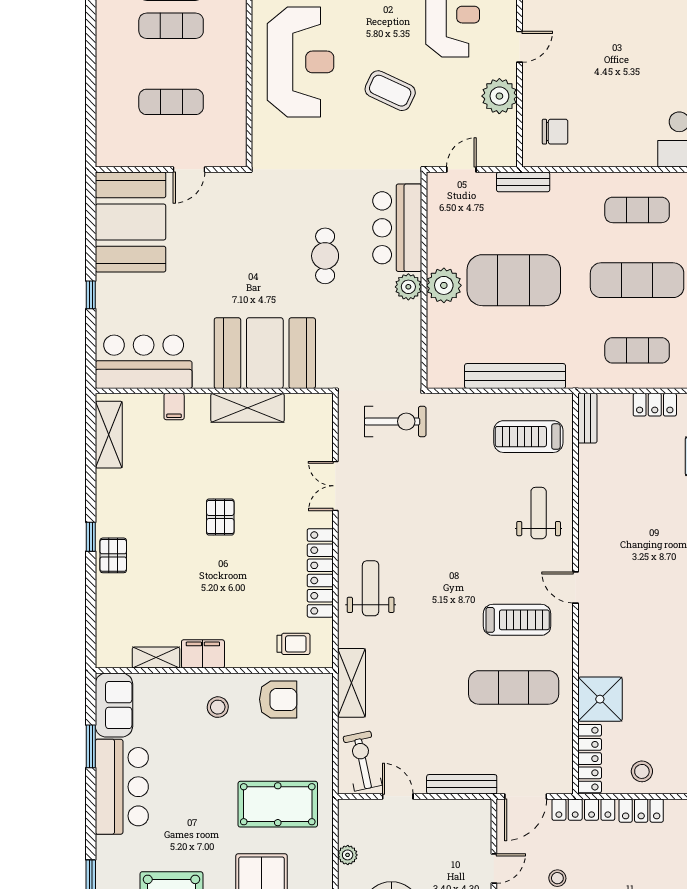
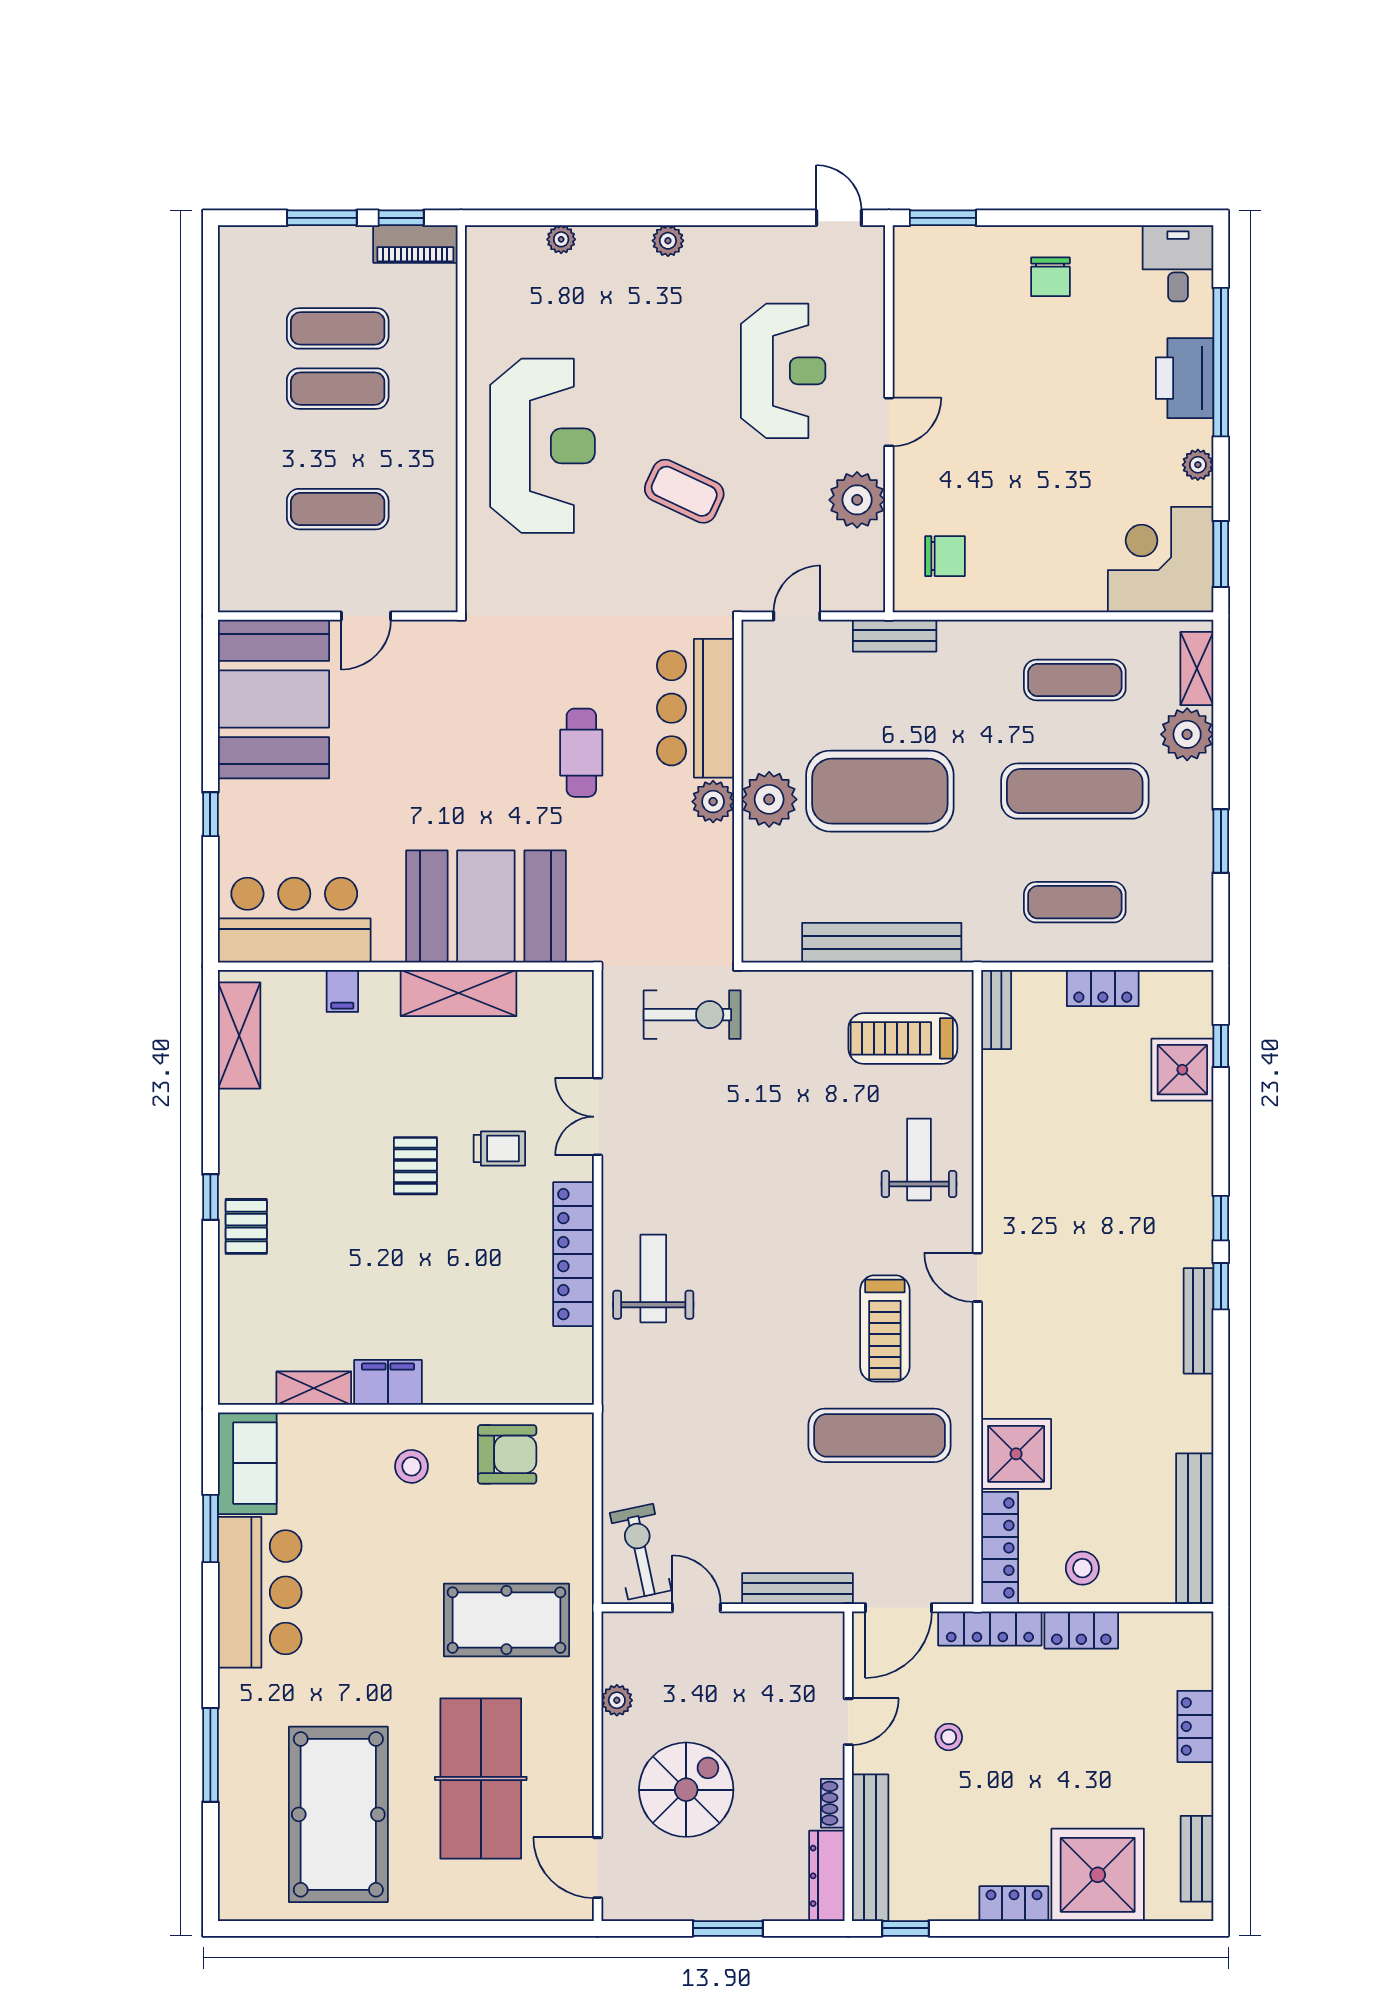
treadmill: (517, 620) -> (885, 1328), turned 90
trolley: (293, 644) -> (499, 1149), moved
shelving: (352, 683) -> (623, 1428), removed

